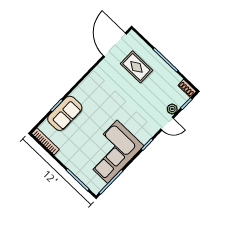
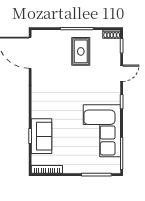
rug: (136, 67) -> (81, 51), moved, turned 90
plant: (172, 109) -> (115, 59), removed

